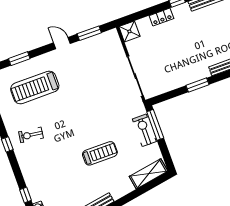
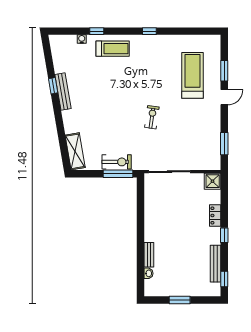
door: (62, 43) -> (224, 97), moved
window: (198, 85) -> (141, 226), removed
exercise bike: (31, 135) -> (152, 117), moved
treadmill: (100, 153) -> (113, 49), moved, turned -90

